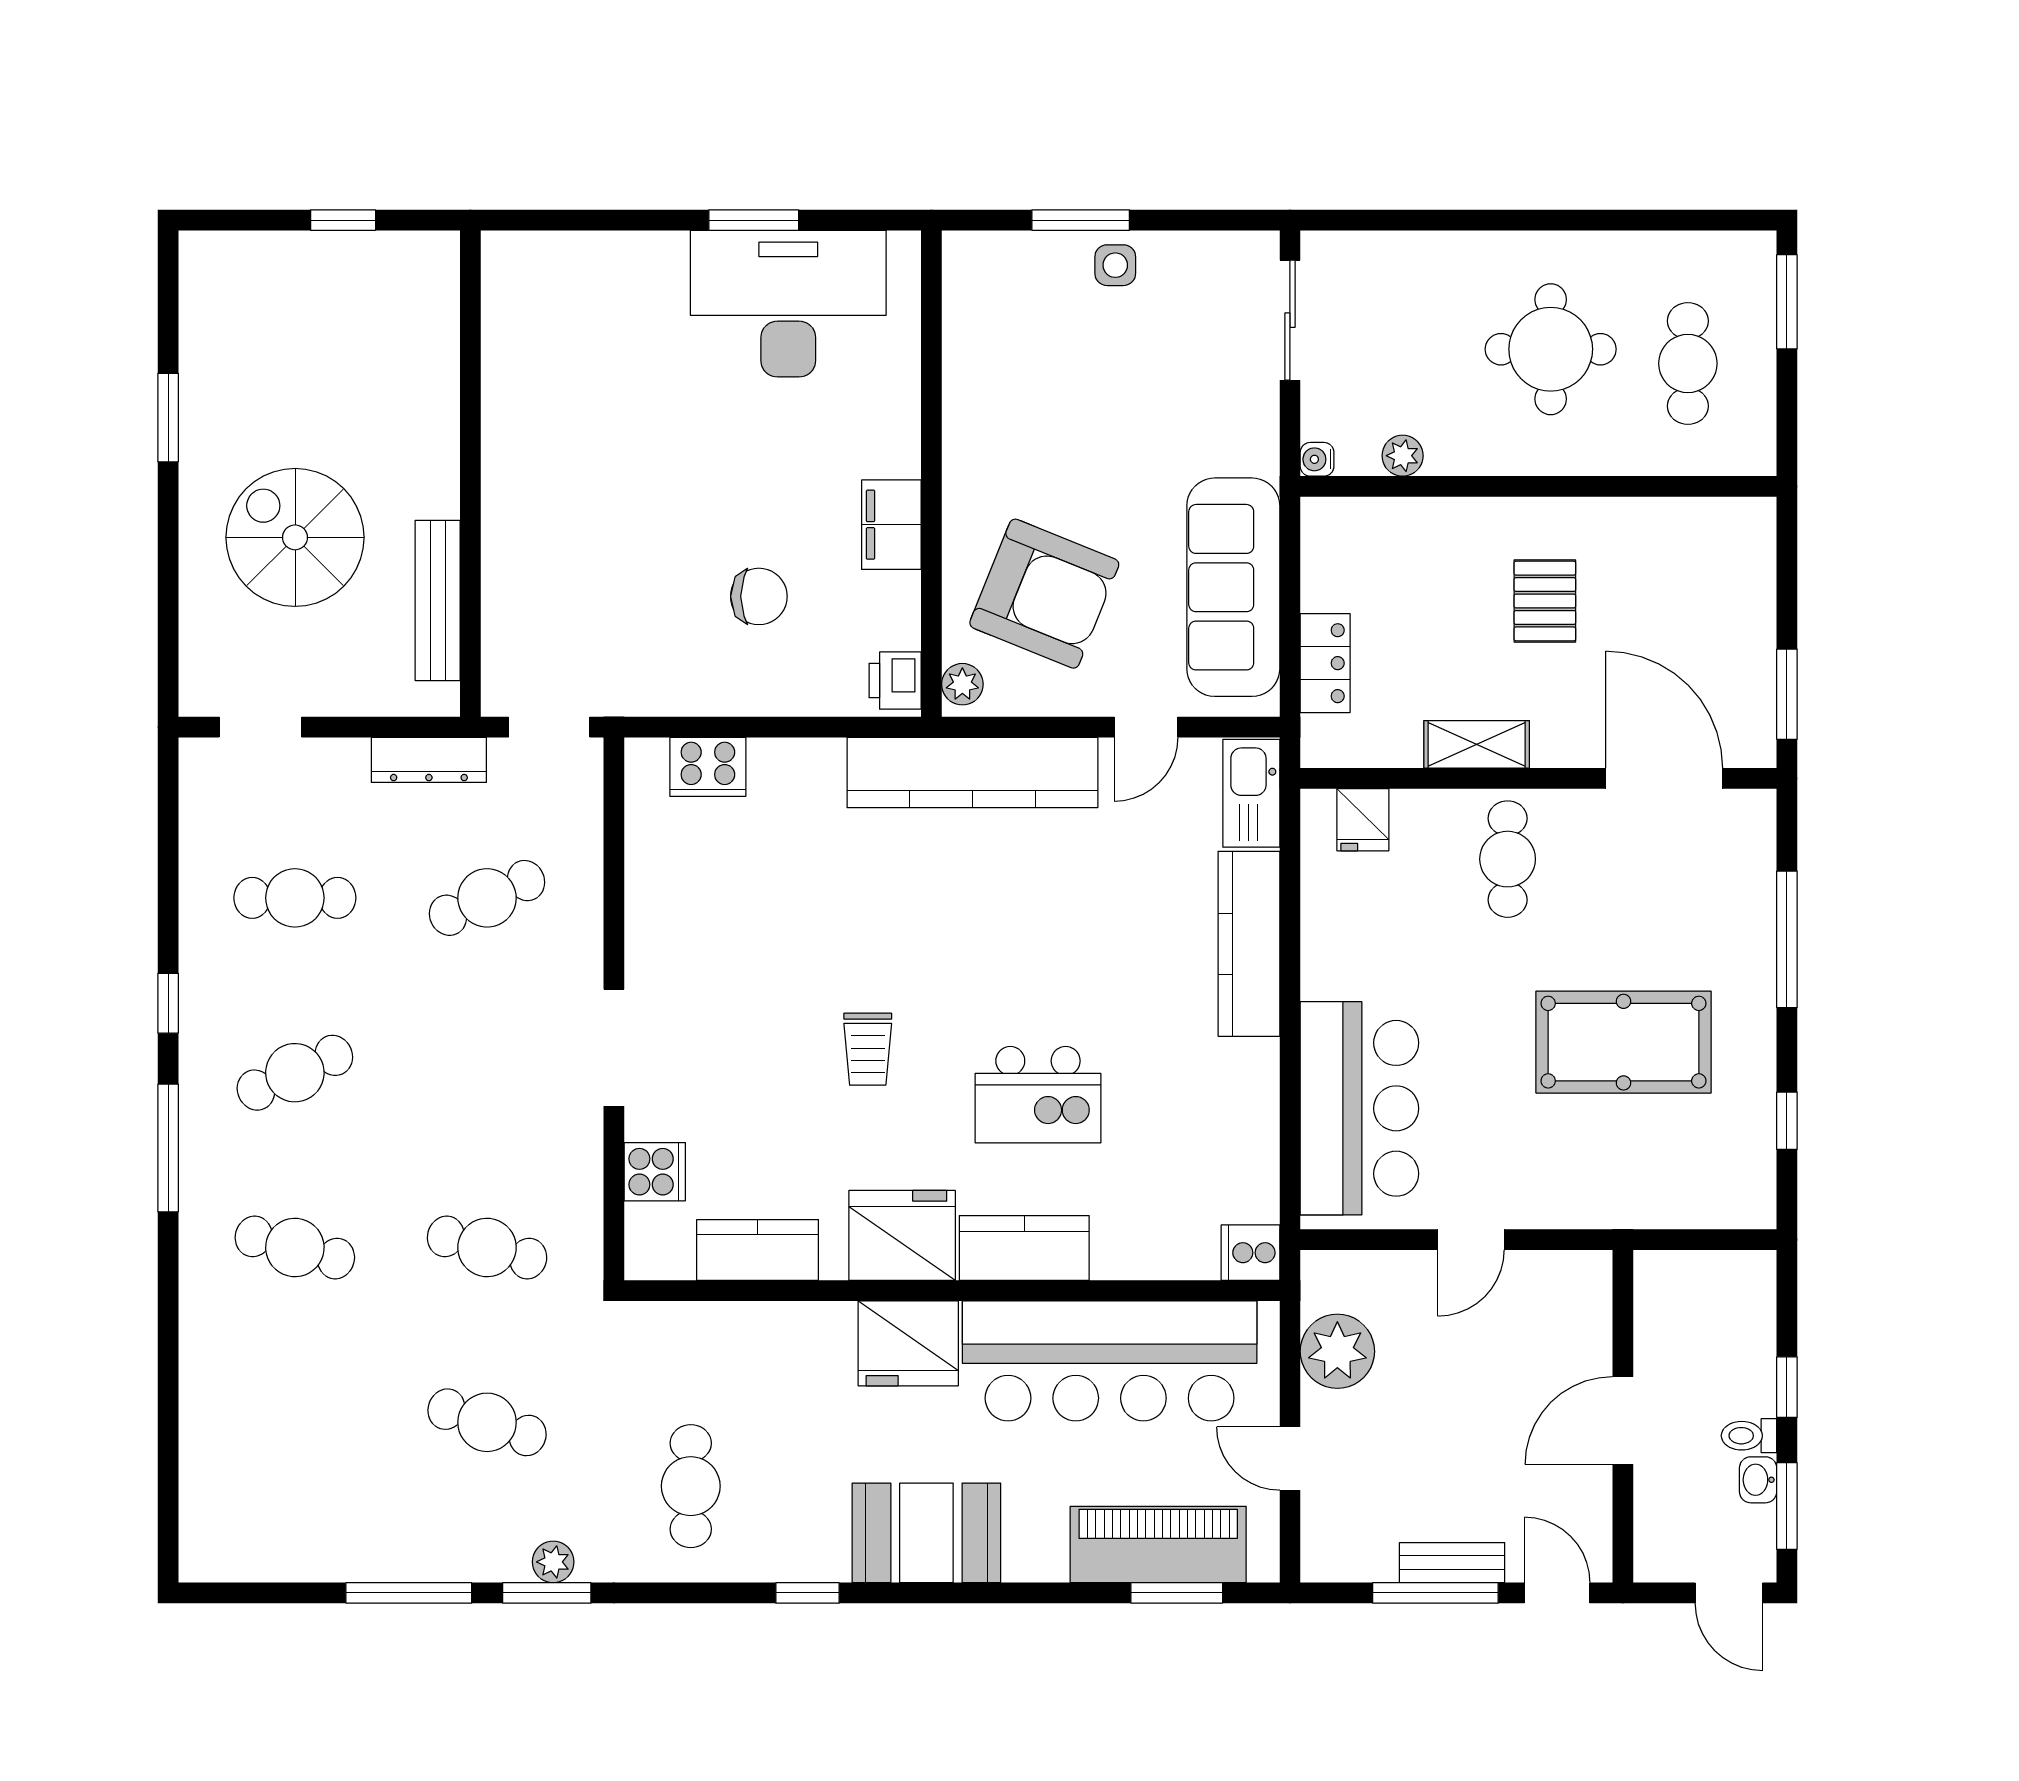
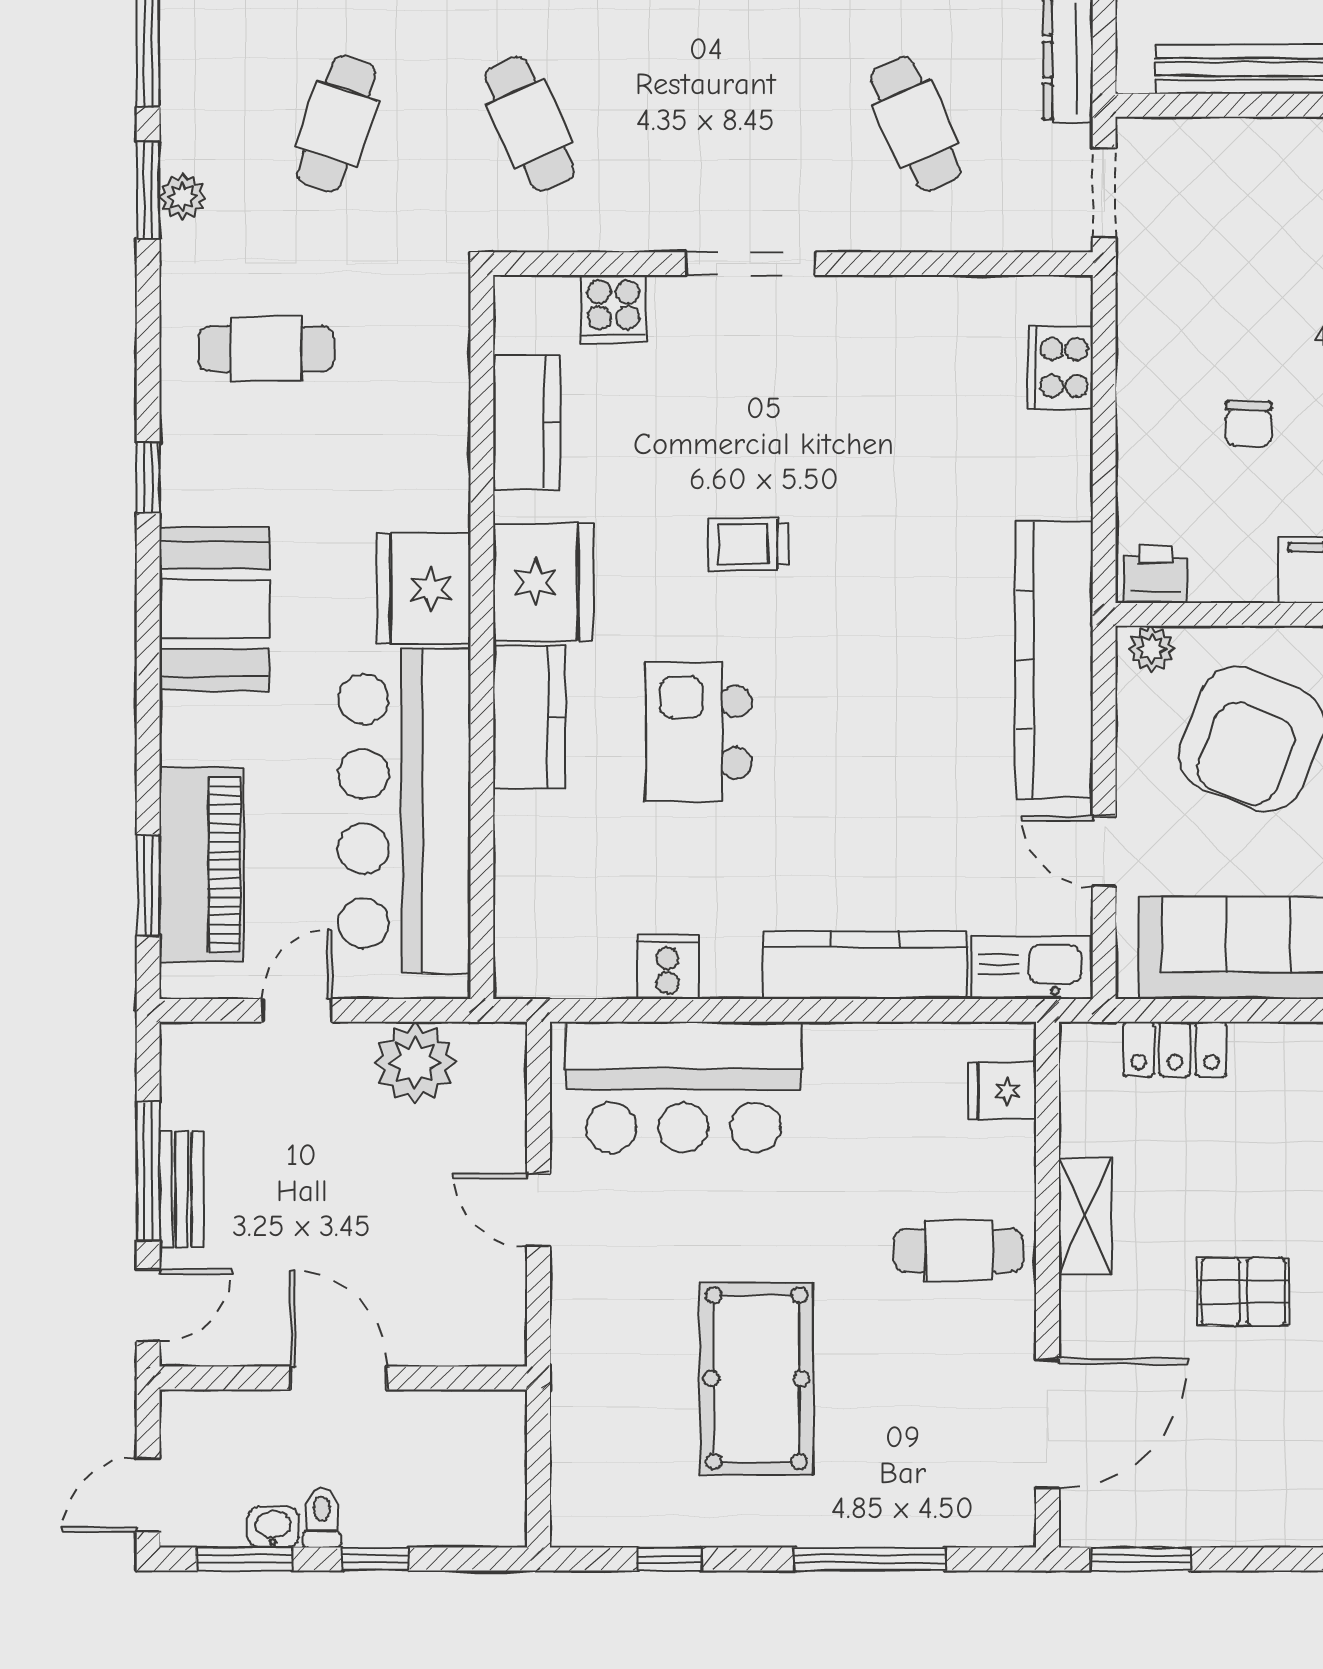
chair: (759, 596) -> (1249, 424), width x0.73, depth x0.73
cafe table: (487, 1248) -> (530, 124), turned -39
cooker: (1250, 1253) -> (668, 967), moved

